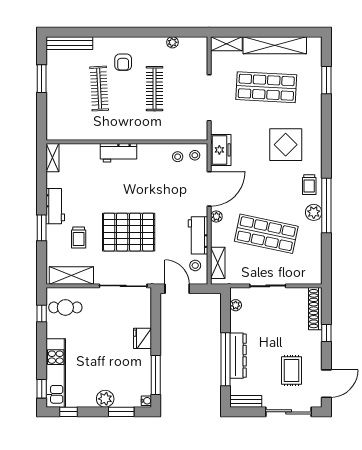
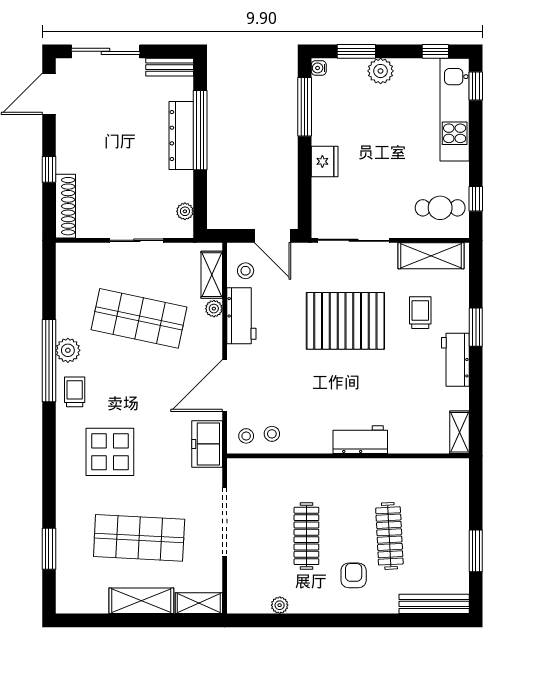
shelving: (275, 45) -> (141, 601), width x0.68
plant: (216, 217) -> (214, 309), moved
rug: (291, 371) -> (101, 113), removed

